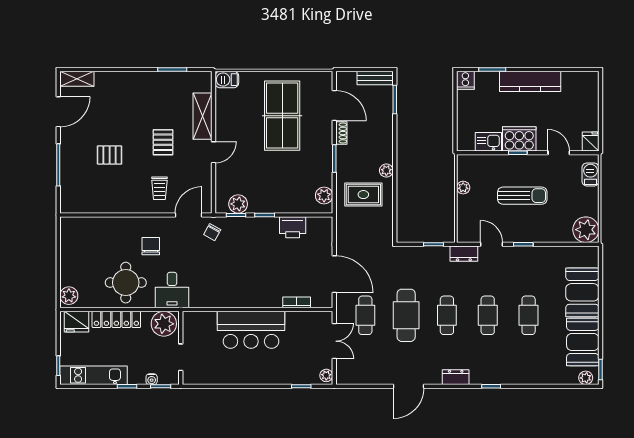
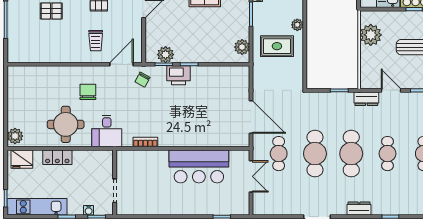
plant: (463, 188) -> (371, 35), width x1.88, depth x1.88
printer: (293, 227) -> (178, 75), moved
bookcase: (297, 302) -> (145, 142), moved
cafe table: (447, 315) -> (351, 154), width x1.37, depth x1.35
locker: (116, 319) -> (57, 157), width x0.66
plant: (164, 324) -> (100, 161), removed
bar counter: (251, 330) -> (199, 166), moved
plant: (326, 375) -> (244, 207), removed

